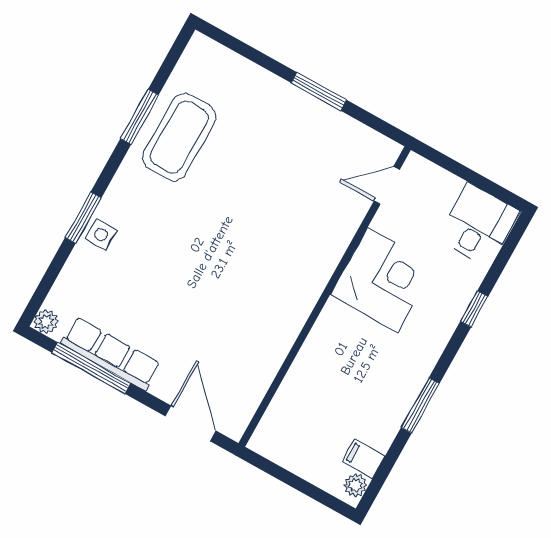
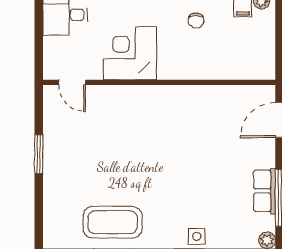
row of seats: (111, 354) -> (265, 191), width x0.68
chair: (377, 388) -> (196, 21), added

